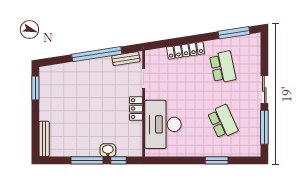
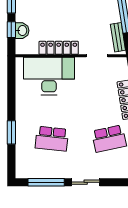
locker: (136, 109) -> (59, 48), width x1.53
school desk: (223, 122) -> (52, 139), turned 30
washbasin: (108, 150) -> (22, 31), moved

